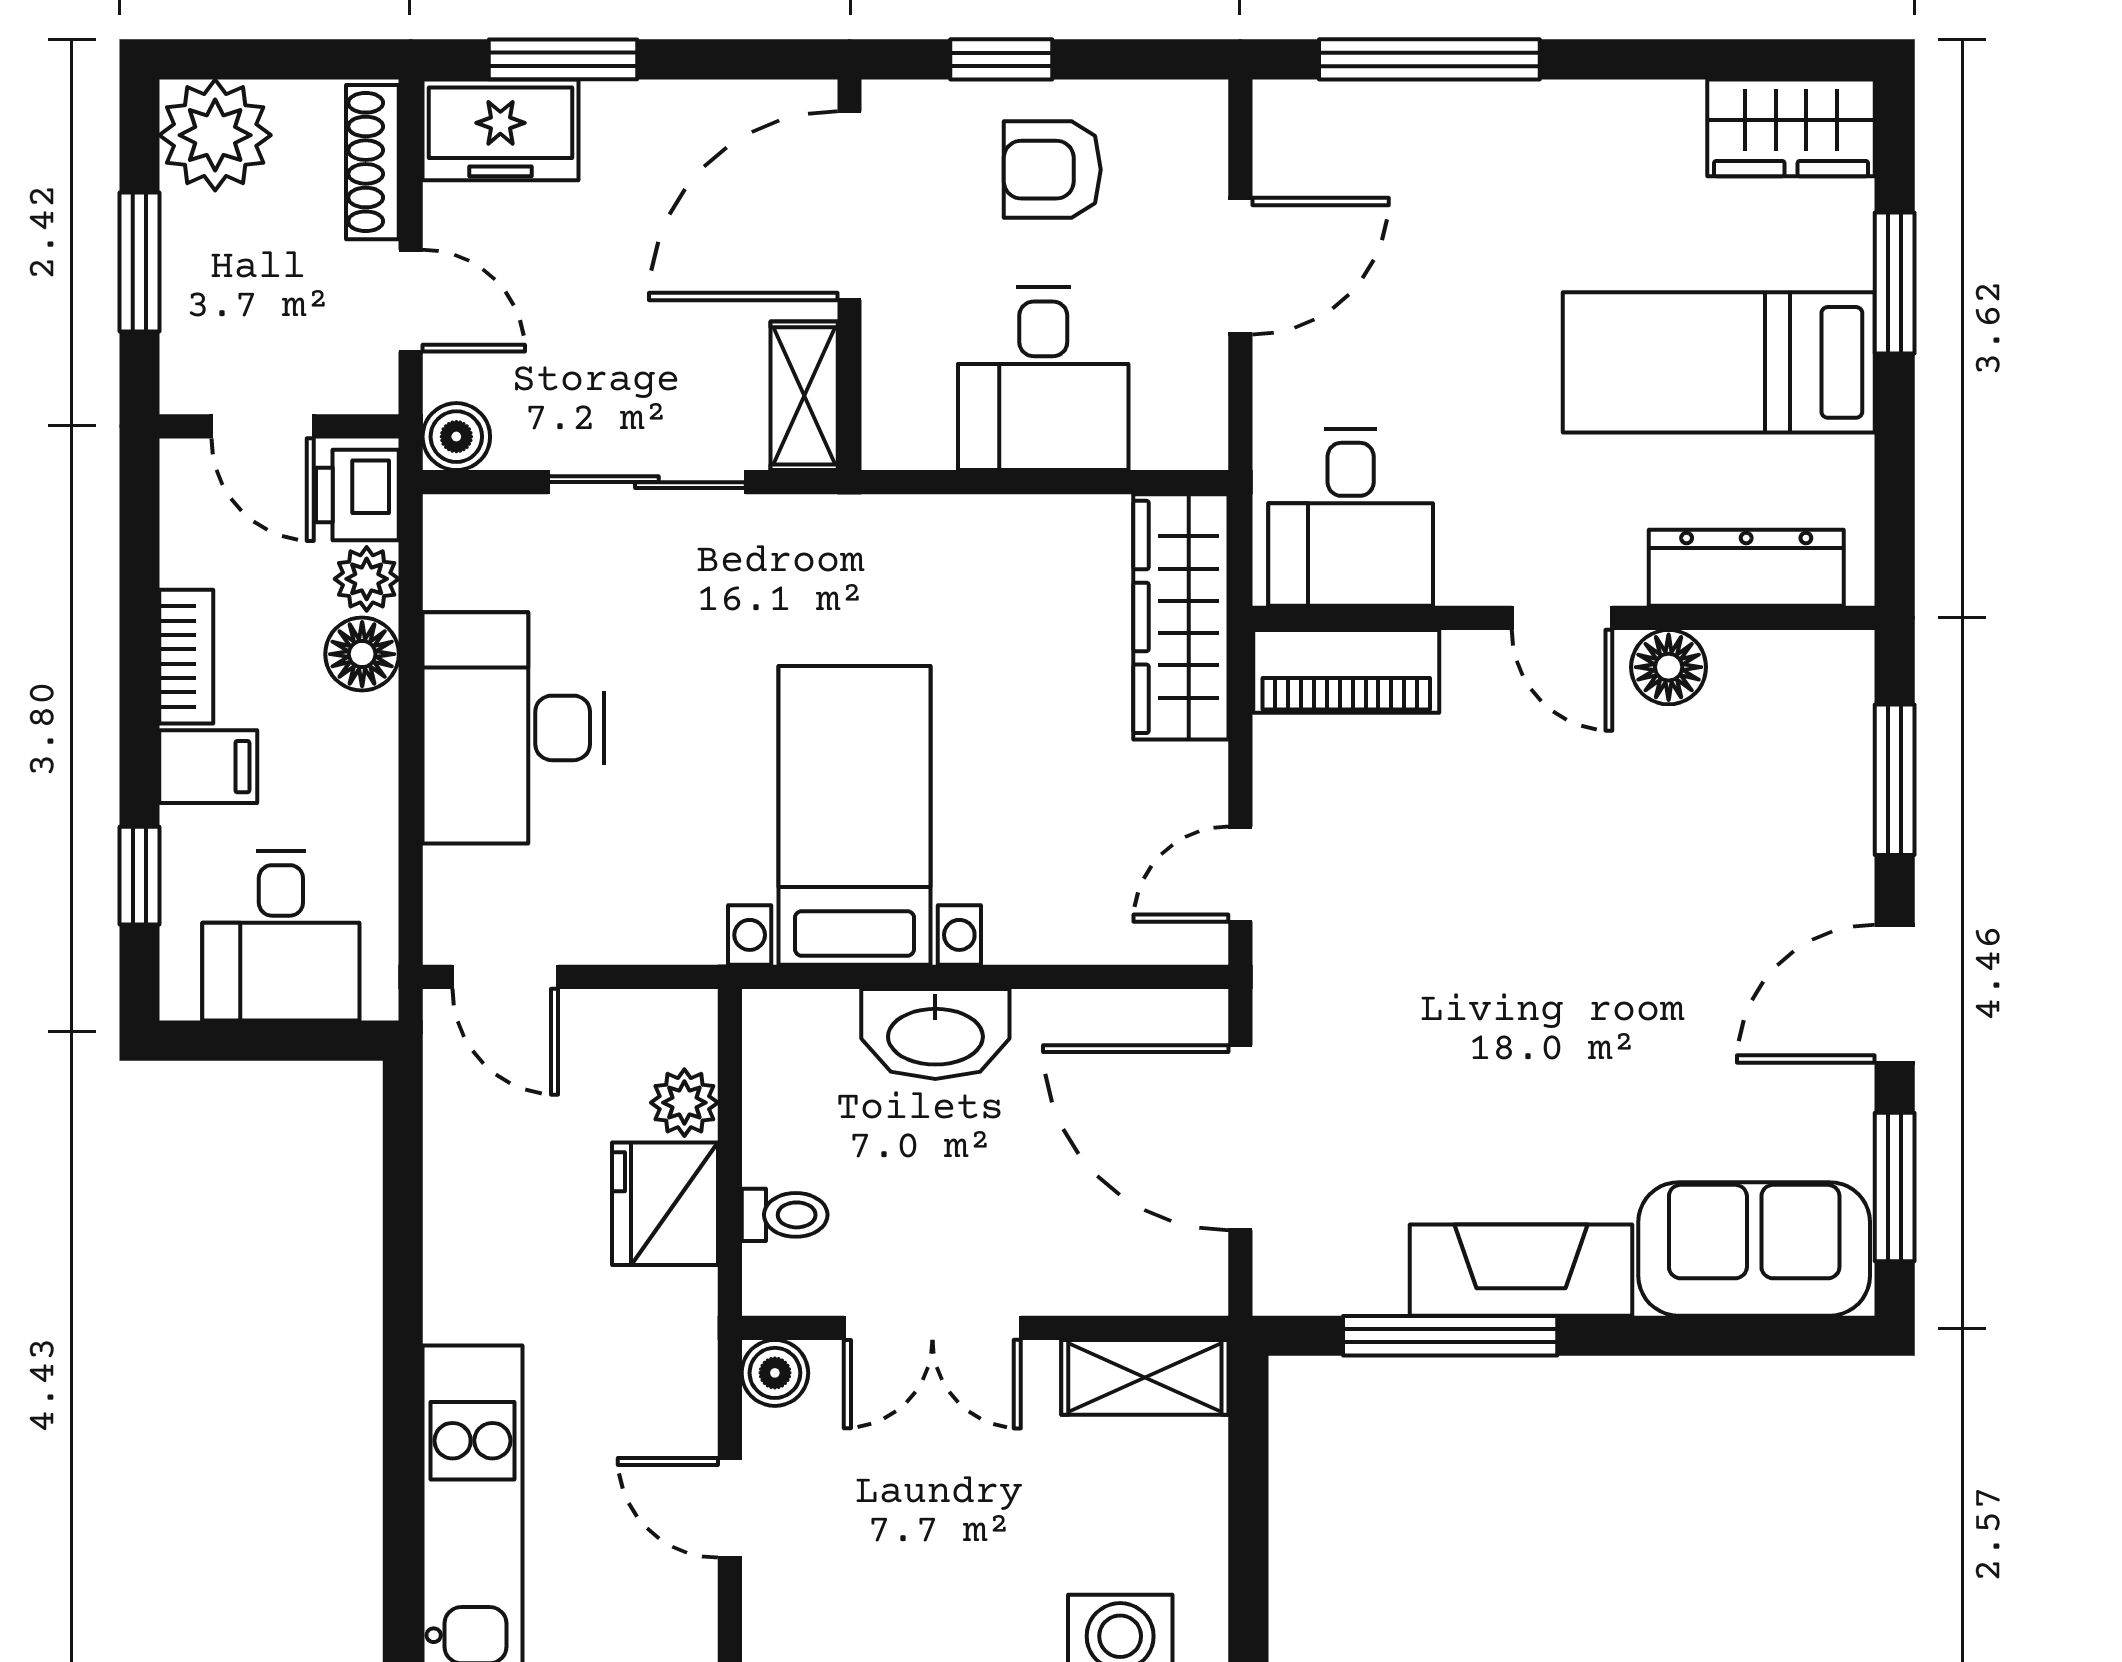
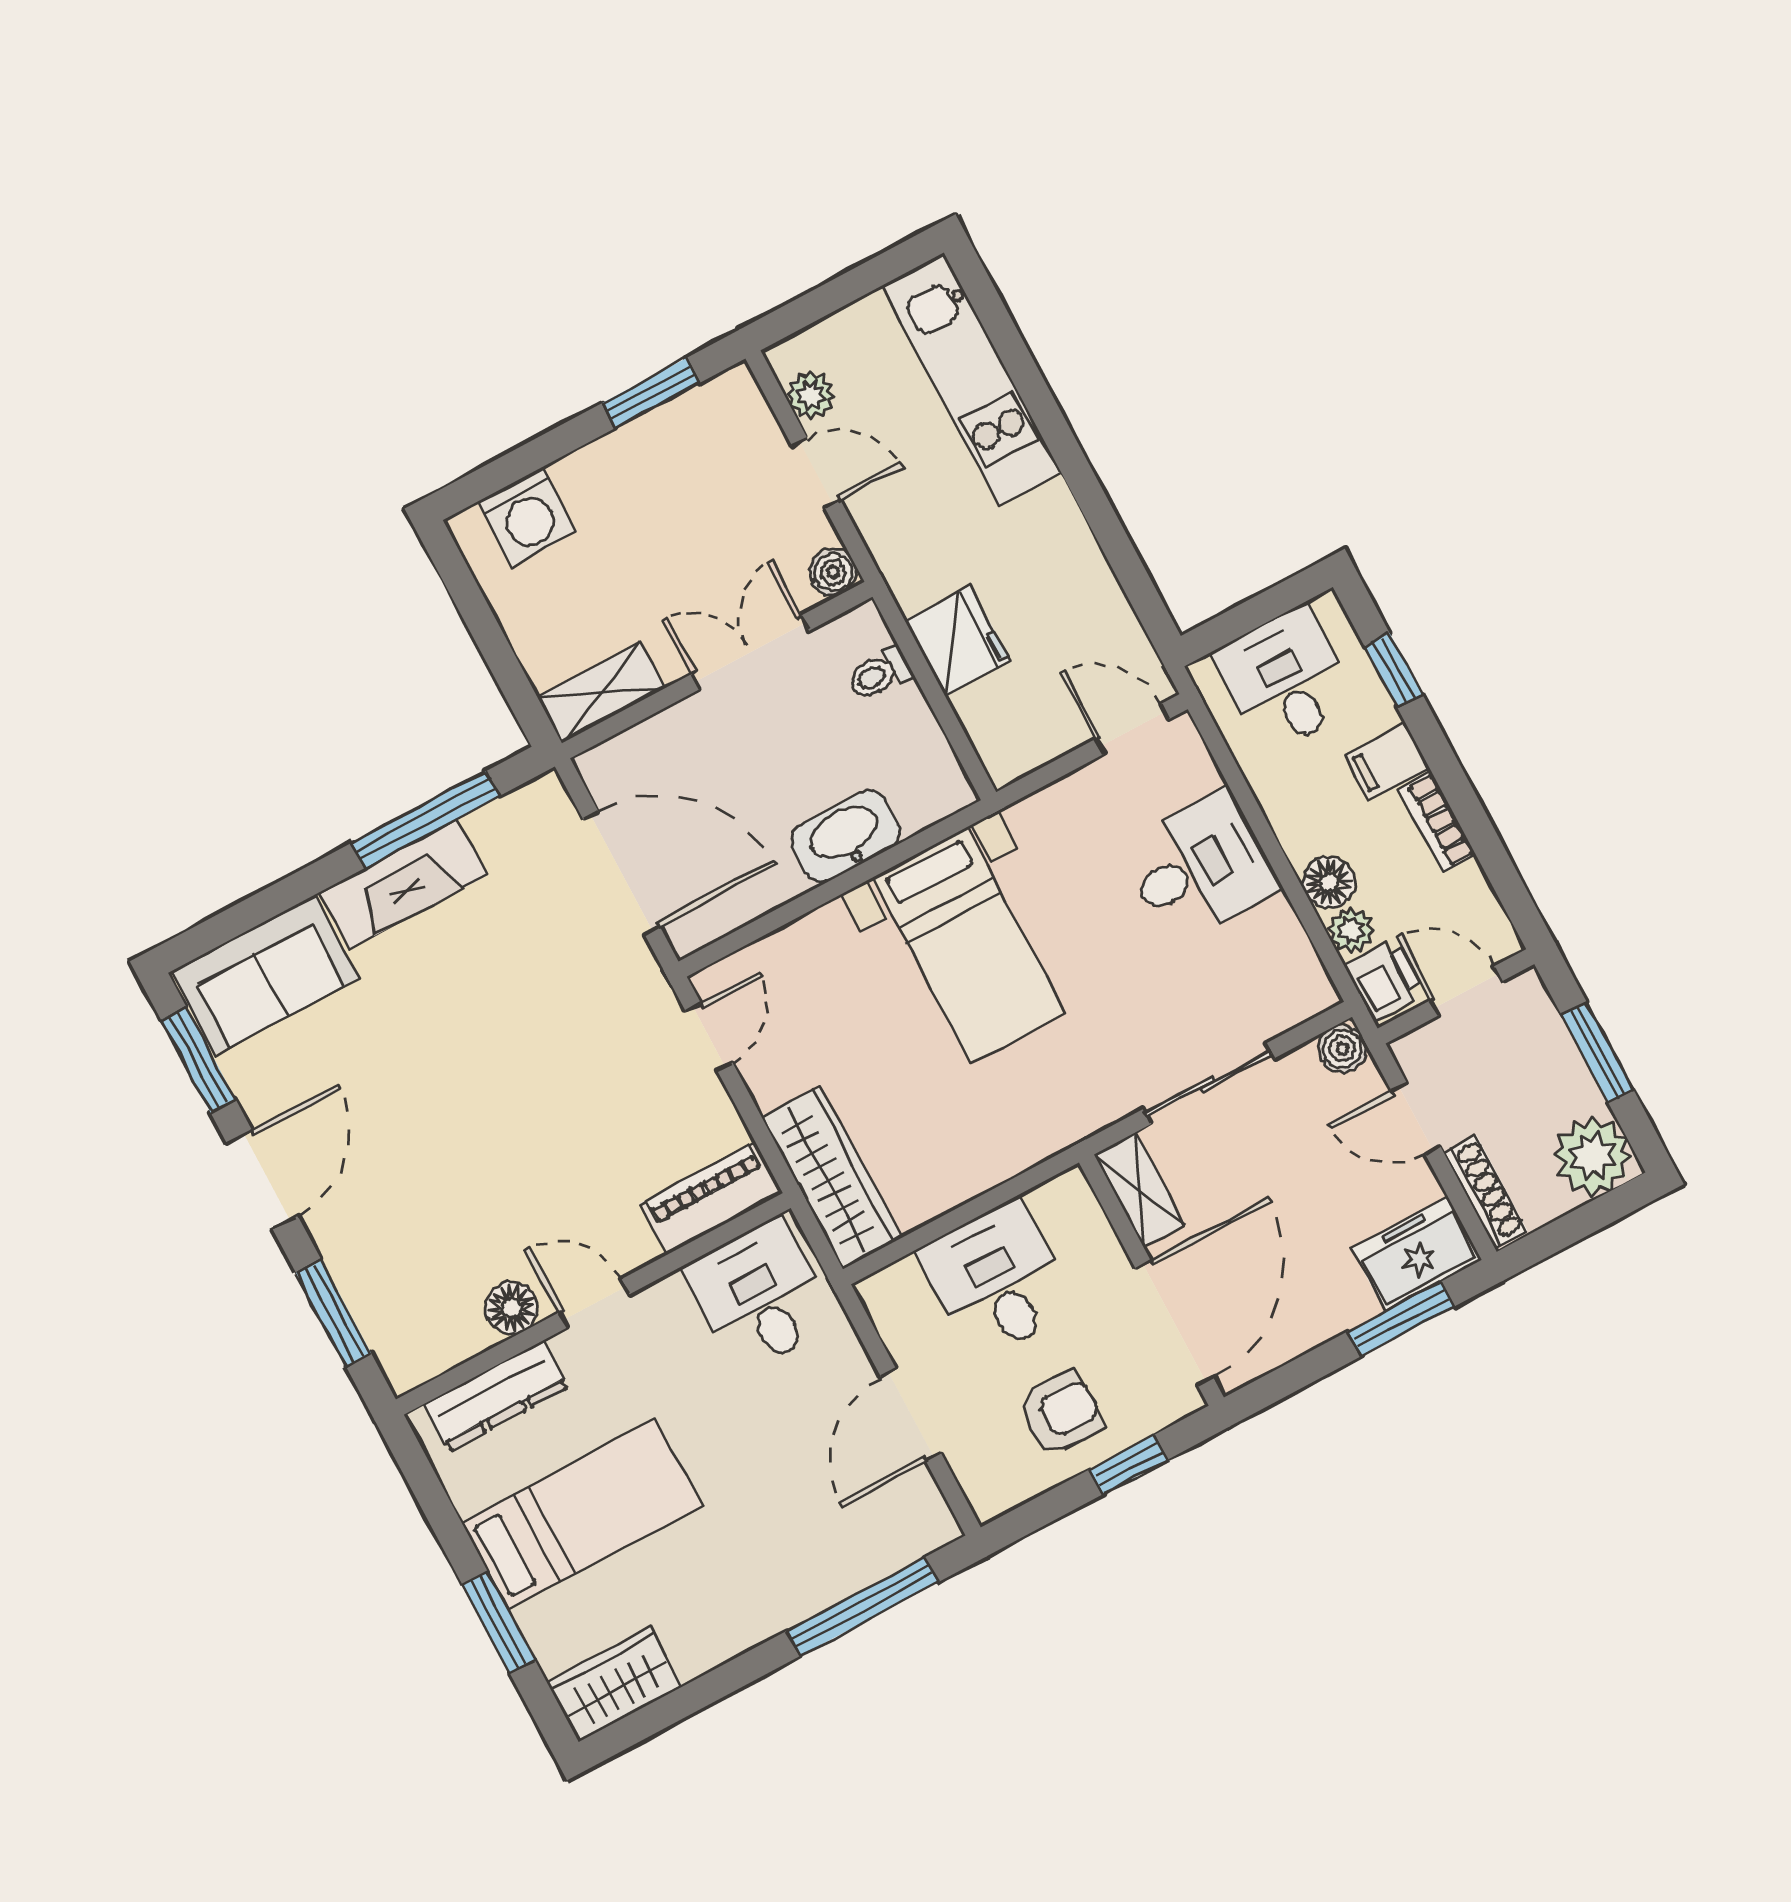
desk: (514, 728) -> (1199, 867), width x0.73
plant: (684, 1103) -> (811, 395), moved

